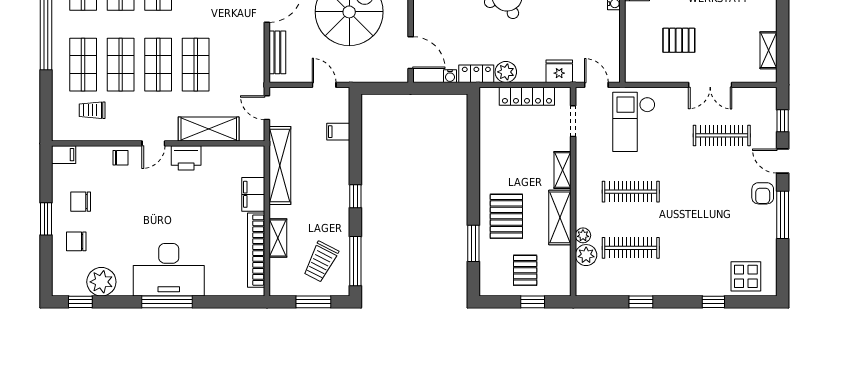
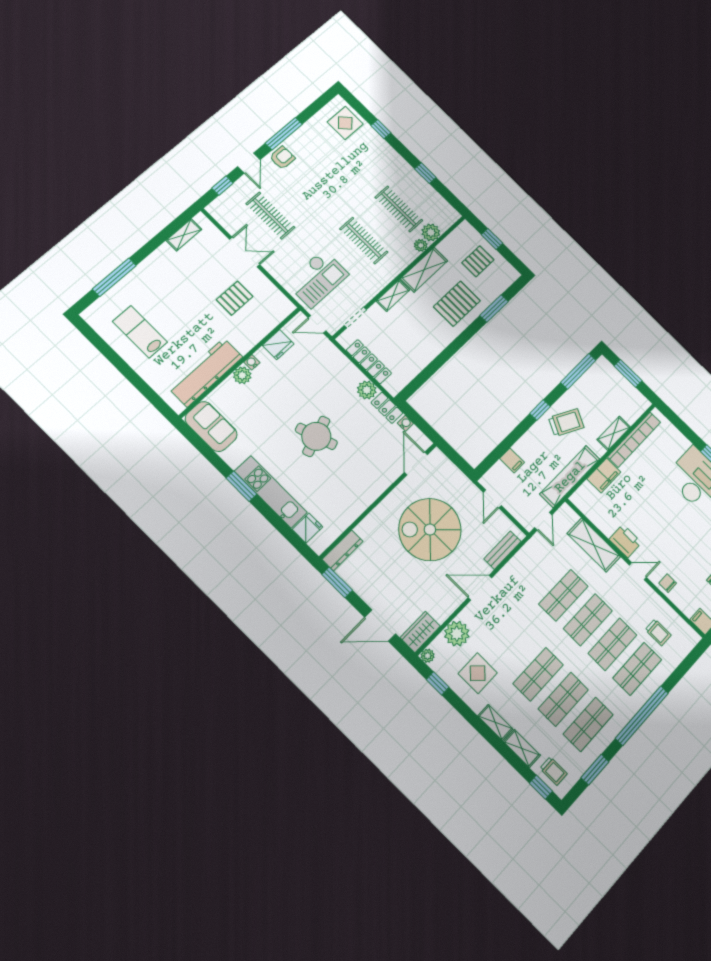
pallet: (679, 40) -> (235, 298), turned 90
fridge: (559, 71) -> (278, 345), moved, turned -90
door: (596, 85) -> (317, 324), hinge flipped
trolley: (321, 262) -> (566, 423), moved

